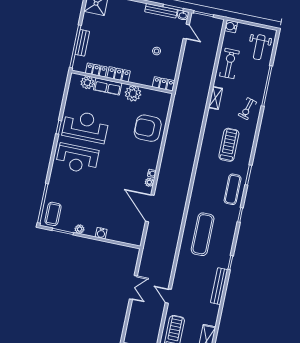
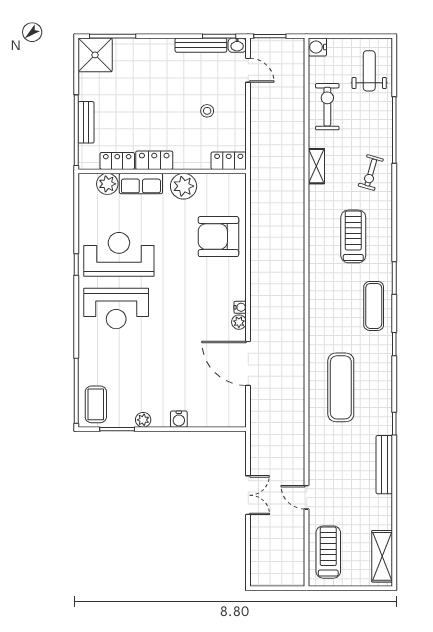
weight bench: (259, 47) -> (369, 71), turned 180

